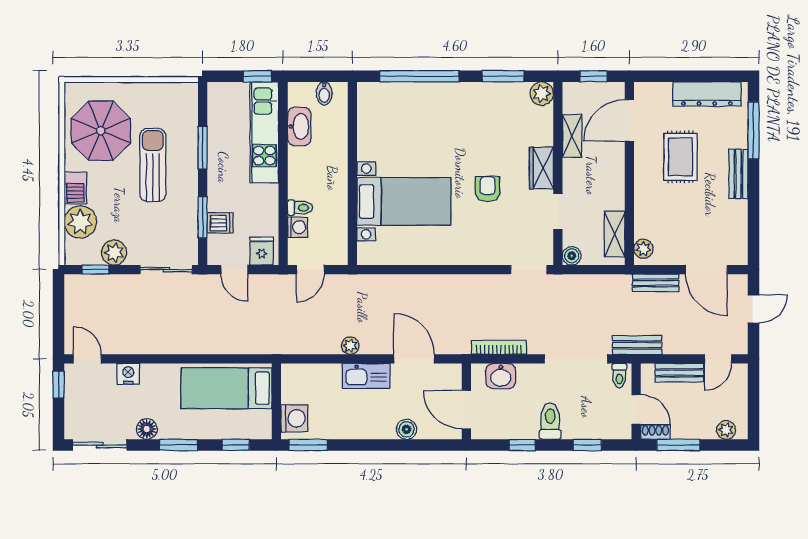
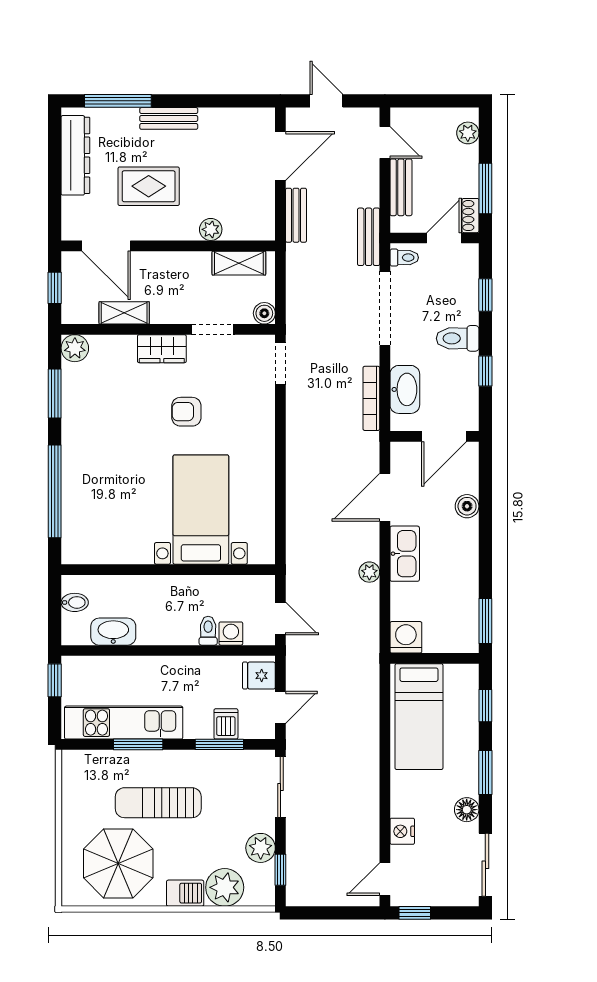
kitchen unit: (264, 132) -> (124, 723), moved, turned 180
plant: (643, 249) -> (211, 229), moved
washbasin: (501, 376) -> (405, 389), width x1.38
washing machine: (294, 418) -> (406, 637), moved

